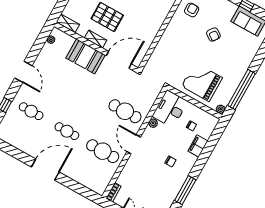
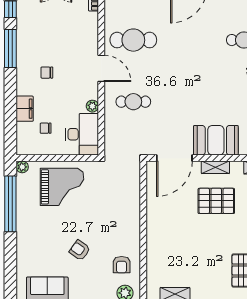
cafe table: (125, 111) -> (133, 102), width x0.73, depth x0.74
cafe table: (67, 131) -> (189, 40), removed

